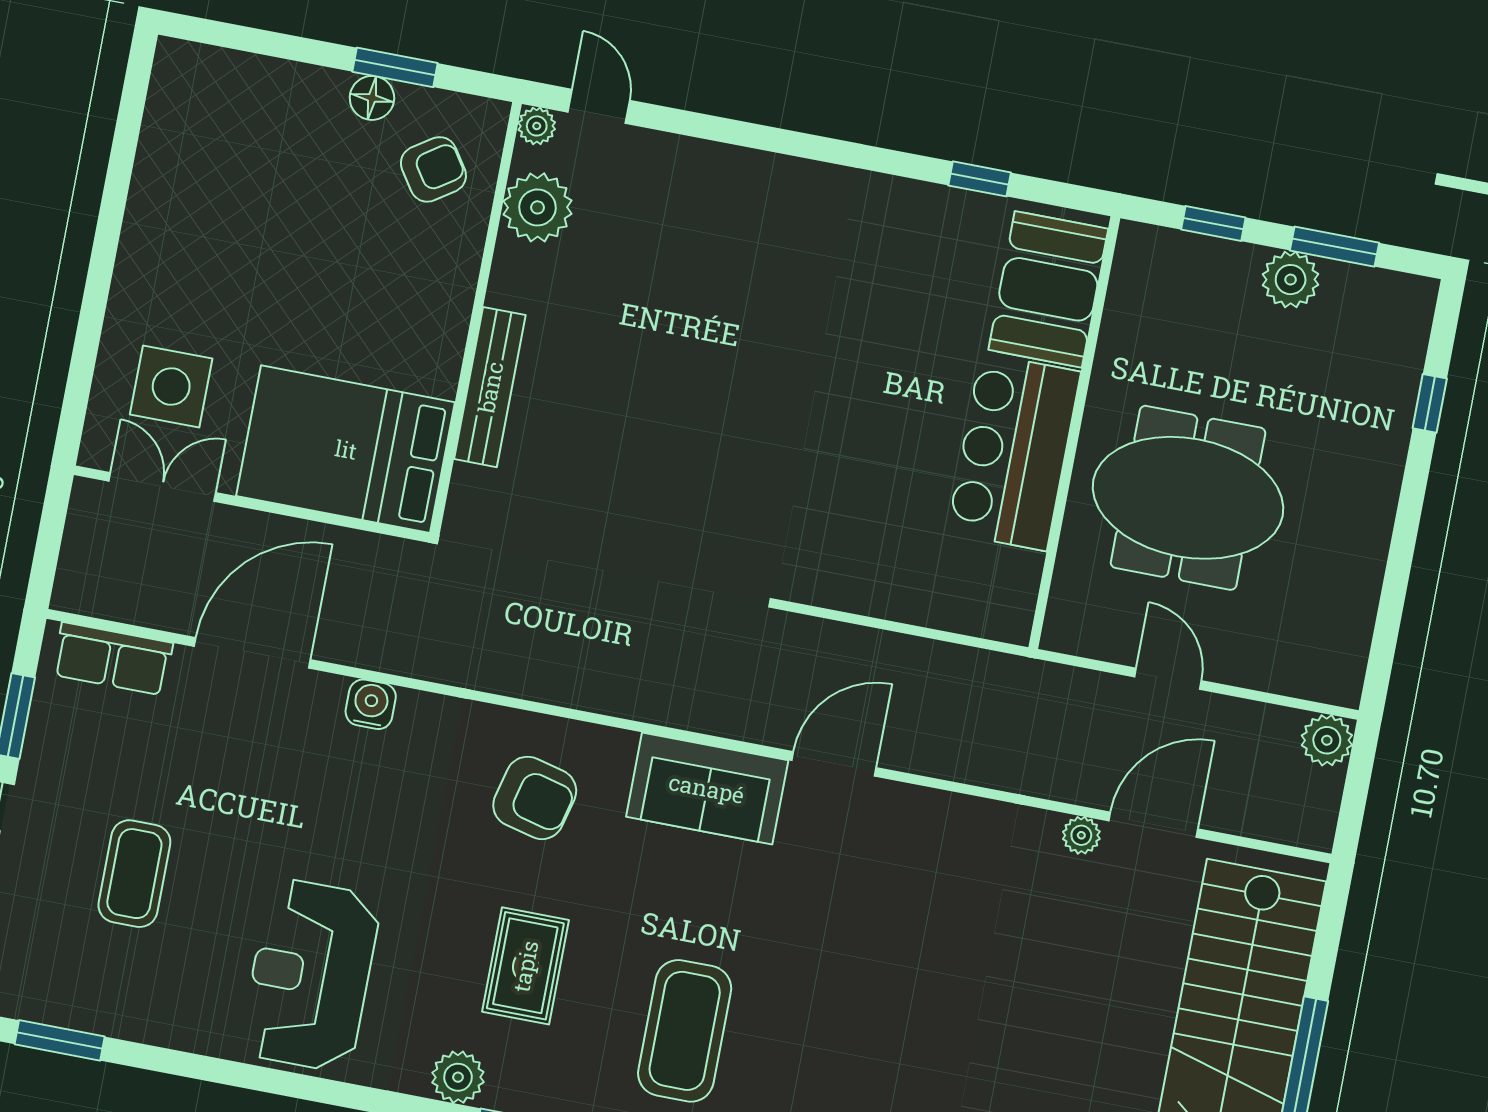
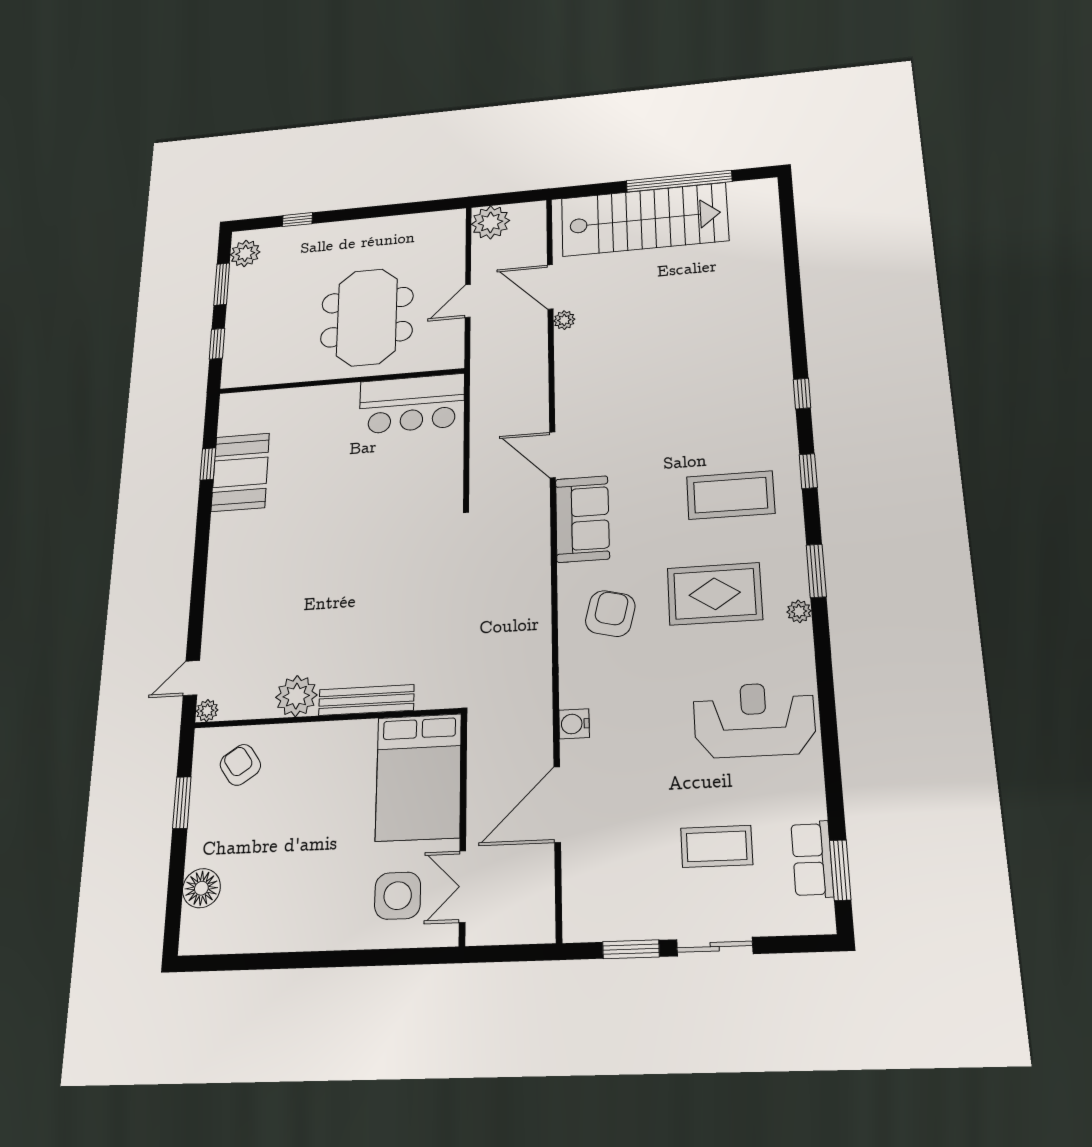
floor lamp: (372, 98) -> (201, 888), moved, width x1.38, depth x1.38
plant: (538, 207) -> (296, 696), moved
plant: (1291, 280) -> (245, 253), moved
booth: (1048, 289) -> (240, 472), moved, turned 90
bar counter: (1014, 452) -> (412, 404), moved
door: (252, 653) -> (557, 804), hinge flipped
row of seats: (113, 659) -> (812, 859), moved, turned 180
plant: (1327, 740) -> (490, 222), width x1.36, depth x1.36
rug: (525, 966) -> (715, 594), width x1.36, depth x1.43
reception desk: (310, 975) -> (754, 720), turned 180
plant: (458, 1077) -> (799, 611), width x0.73, depth x0.73

